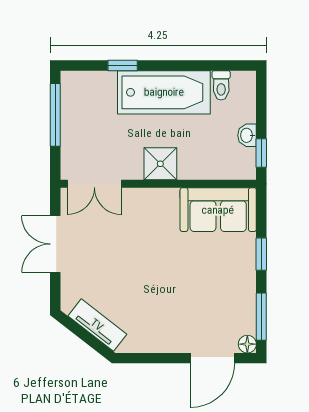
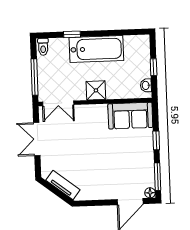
toilet: (221, 85) -> (43, 47), moved
window: (55, 115) -> (35, 77), moved
washbasin: (247, 135) -> (146, 85), moved
window: (261, 153) -> (154, 67), moved

